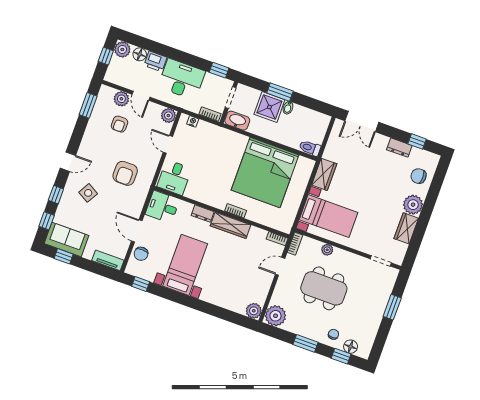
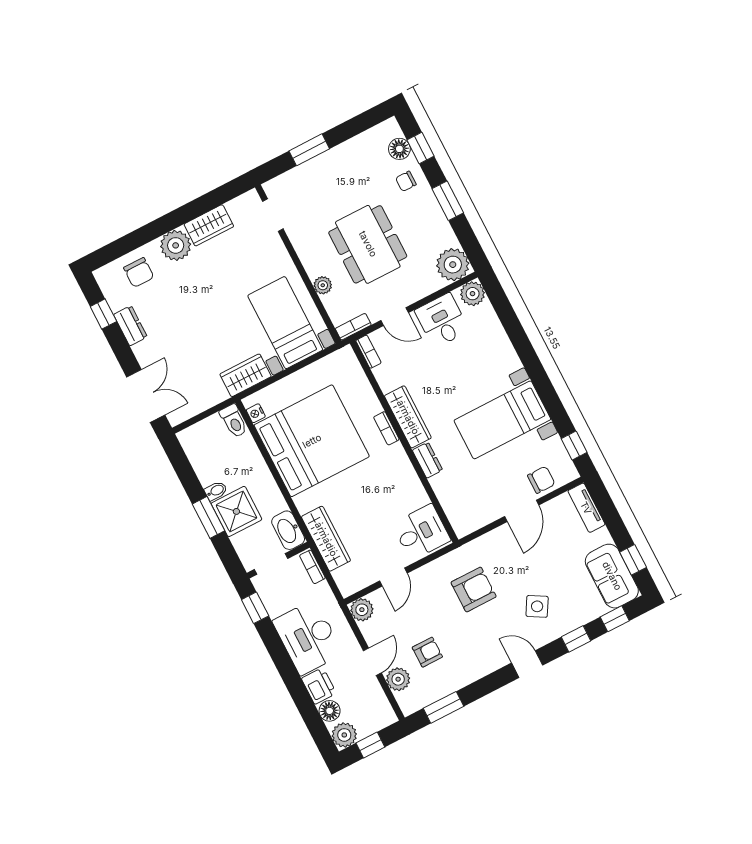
nightstand: (193, 121) -> (256, 413), moved
wardrobe: (216, 133) -> (326, 539), added
desk: (162, 207) -> (442, 321), moved, turned 180

